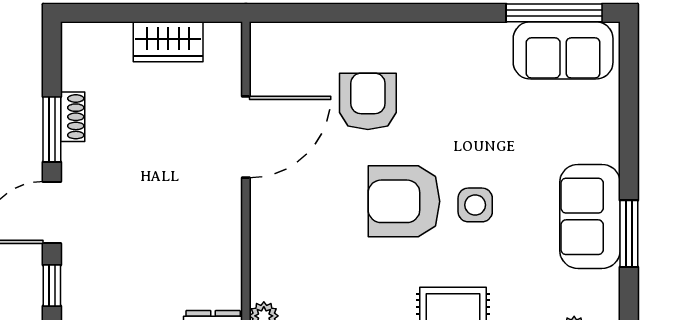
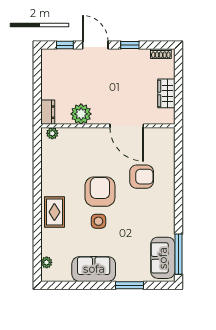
shoe rack: (73, 117) -> (161, 54), moved
window: (52, 129) -> (130, 45), width x0.67
window: (629, 234) -> (129, 285), moved
plant: (217, 247) -> (81, 114), added

